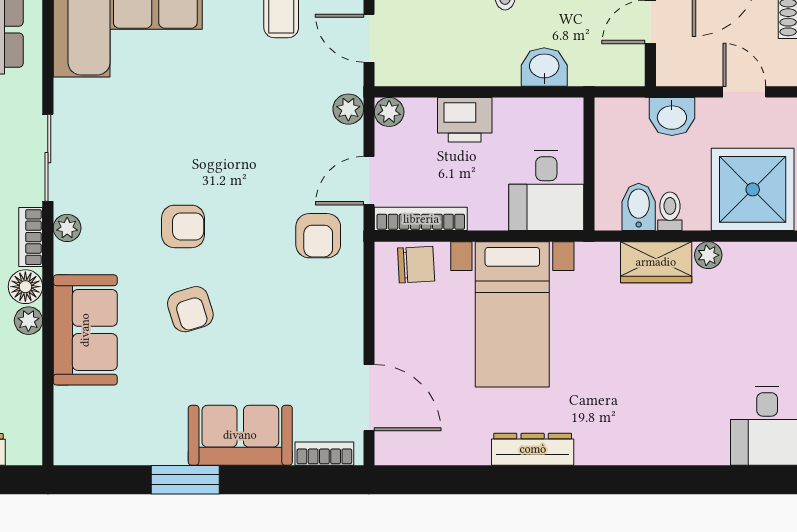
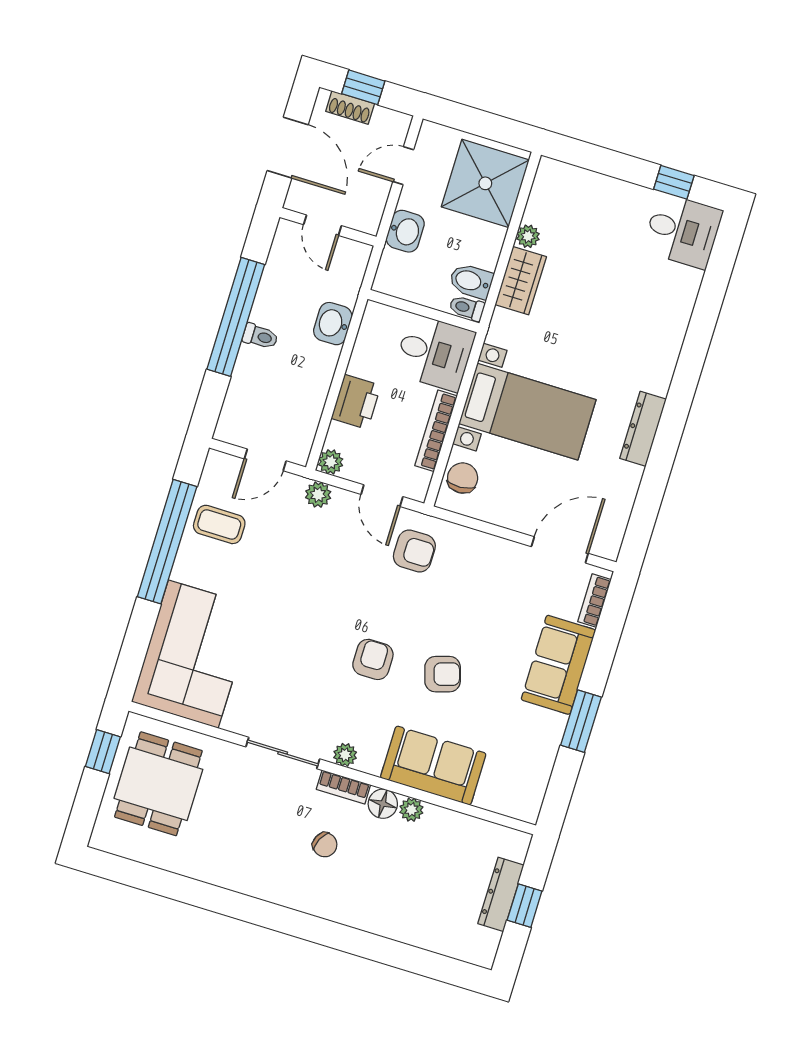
toilet: (670, 211) -> (467, 308), moved
bookcase: (421, 219) -> (436, 431), moved

